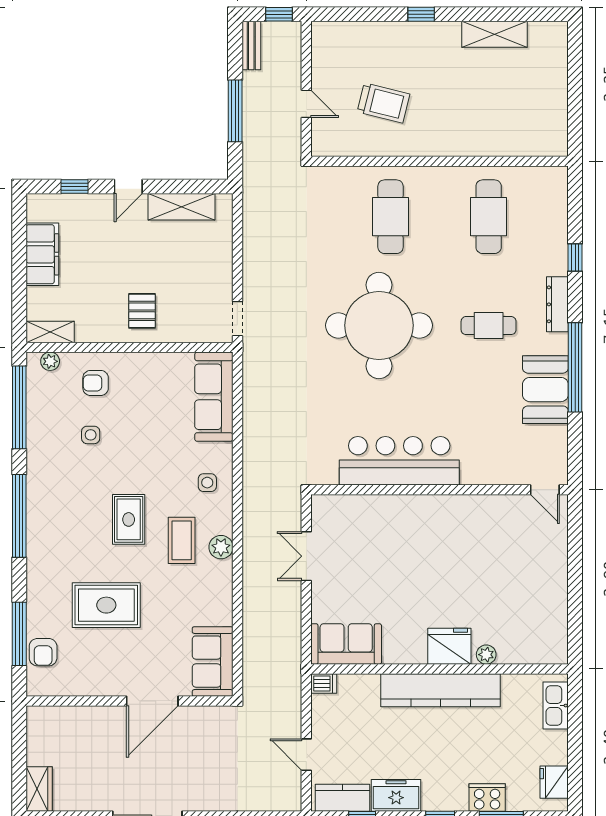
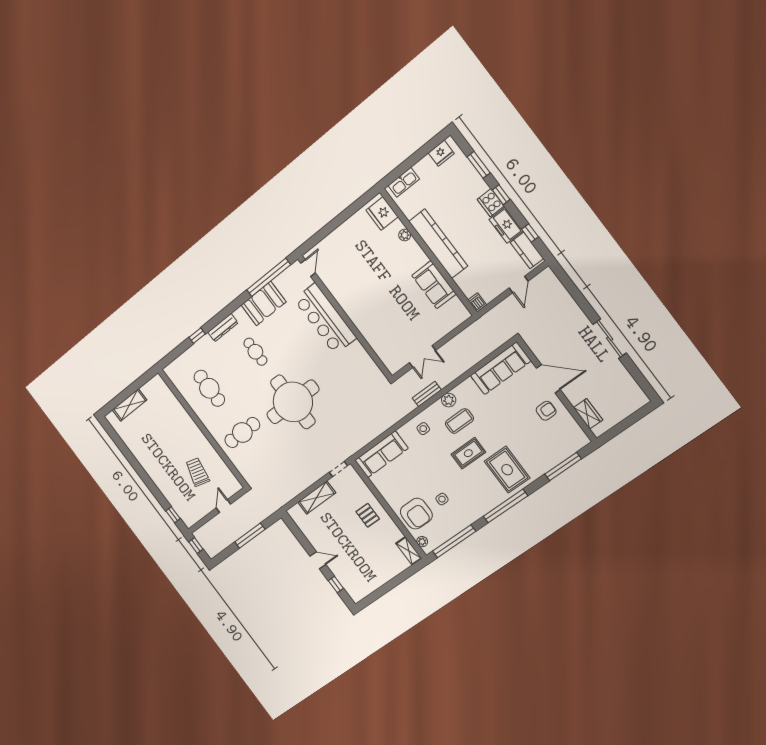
window: (421, 14) -> (173, 515), moved
shelving: (495, 34) -> (129, 405), moved, turned 90
bench: (251, 45) -> (427, 394), moved
shelving: (182, 207) -> (317, 498), moved, turned 90
cafe table: (489, 217) -> (209, 388), turned 90
filing cabinet: (42, 254) -> (377, 578), removed
pallet: (142, 311) -> (368, 515), turned 90
window: (575, 367) -> (269, 277), moved
armchair: (96, 383) -> (416, 514), width x1.88, depth x1.88
bar counter: (399, 461) -> (325, 319), moved
rug: (106, 605) -> (507, 470), moved
sofa: (346, 644) -> (434, 285), moved
fridge: (449, 646) -> (382, 213), moved
armchair: (43, 652) -> (546, 411), moved
sofa: (213, 662) -> (501, 368), width x1.36
wardrobe: (39, 789) -> (588, 414), moved, turned 90
cooker: (487, 797) -> (491, 203), moved

